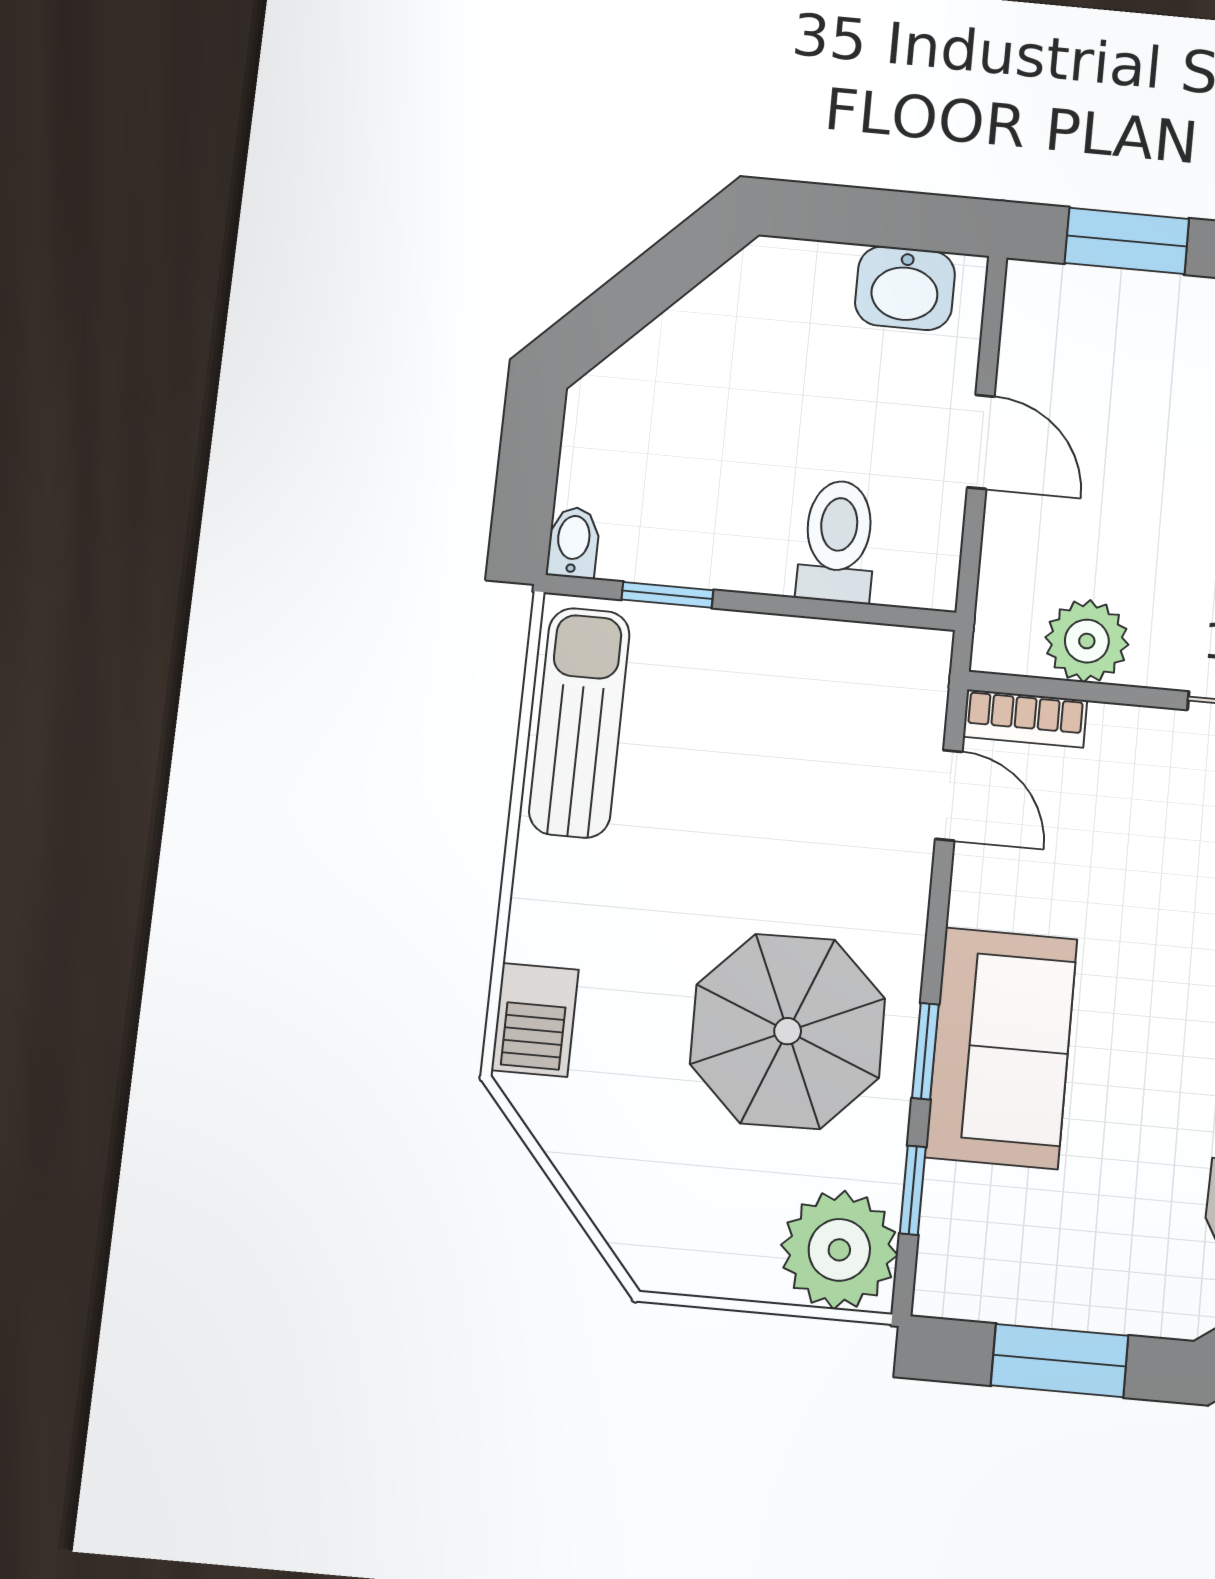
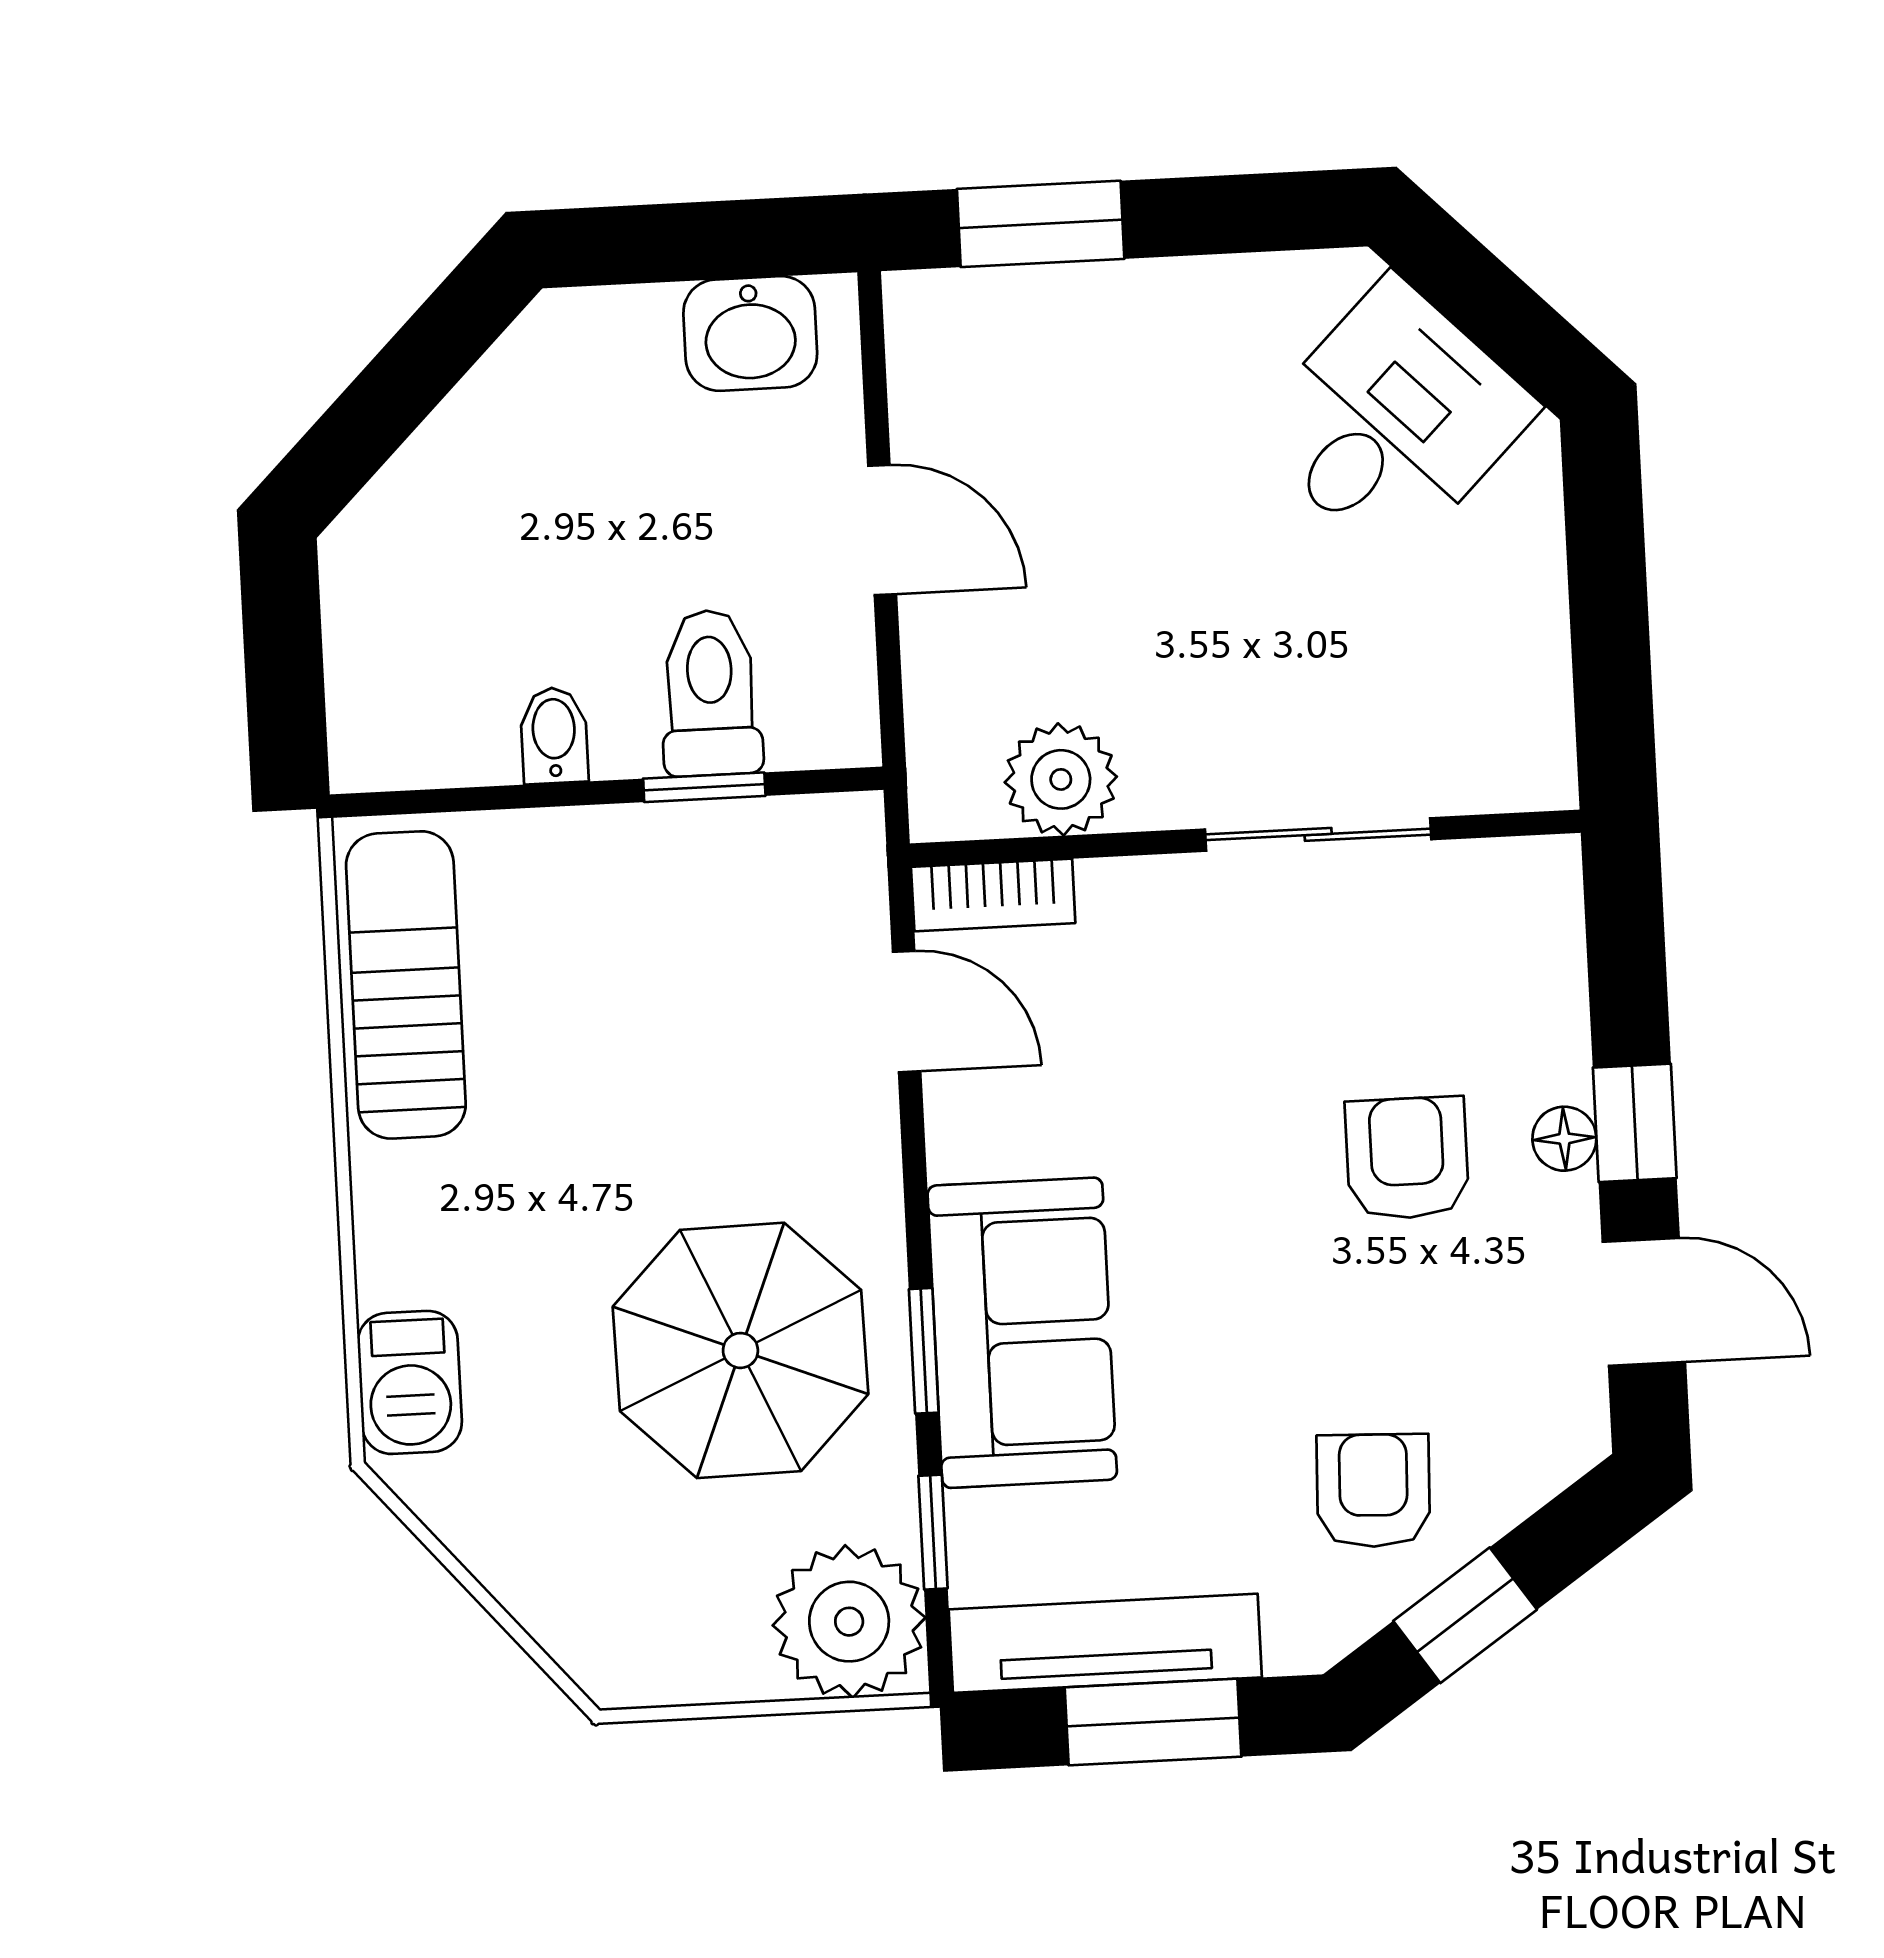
bidet: (573, 542) -> (554, 735), moved
window: (667, 595) -> (704, 787), moved
tv unit: (1031, 1294) -> (1105, 1643), added

